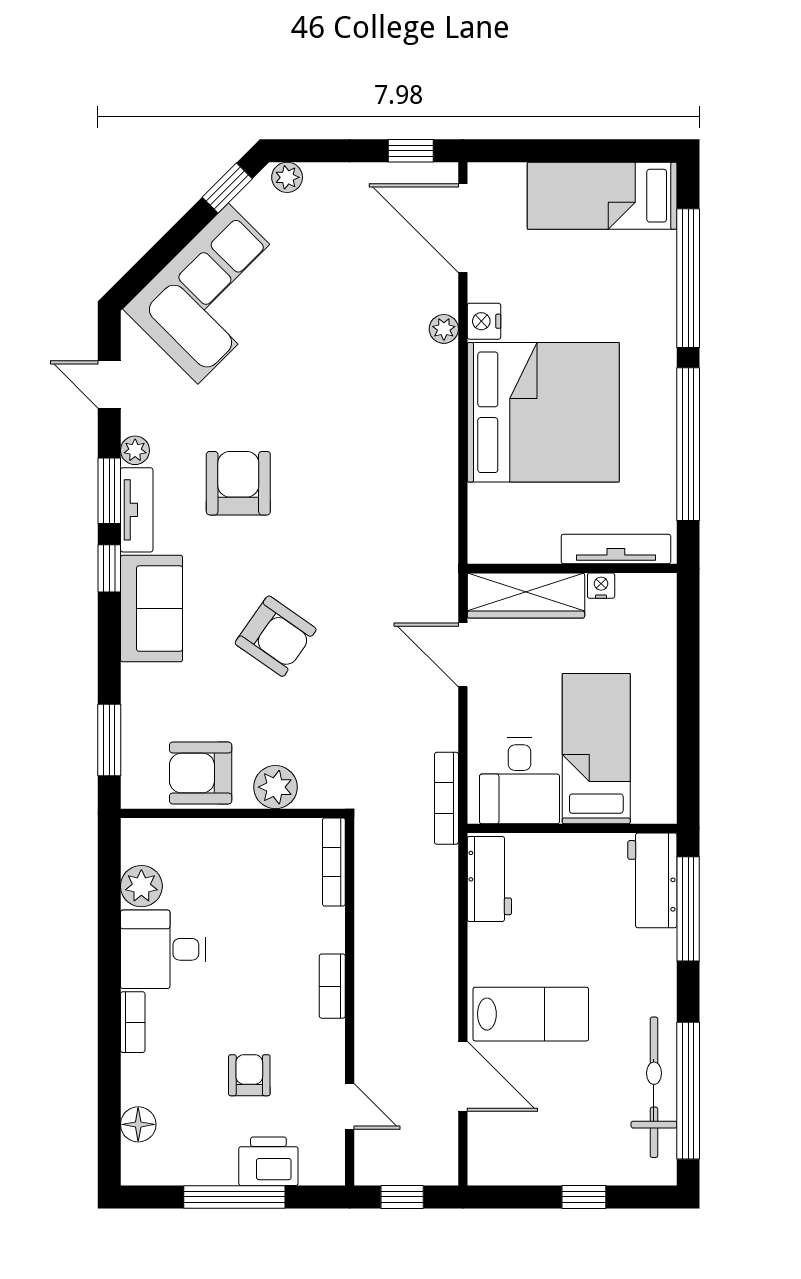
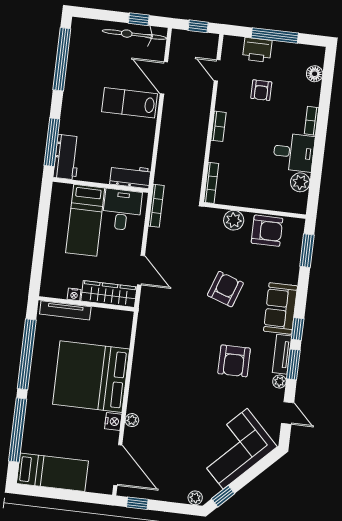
armchair: (276, 636) -> (225, 289), turned 74
workbench: (489, 879) -> (130, 176), moved, turned 90
bicycle: (654, 1087) -> (134, 34), moved, turned 90
window: (584, 1197) -> (139, 19), moved

